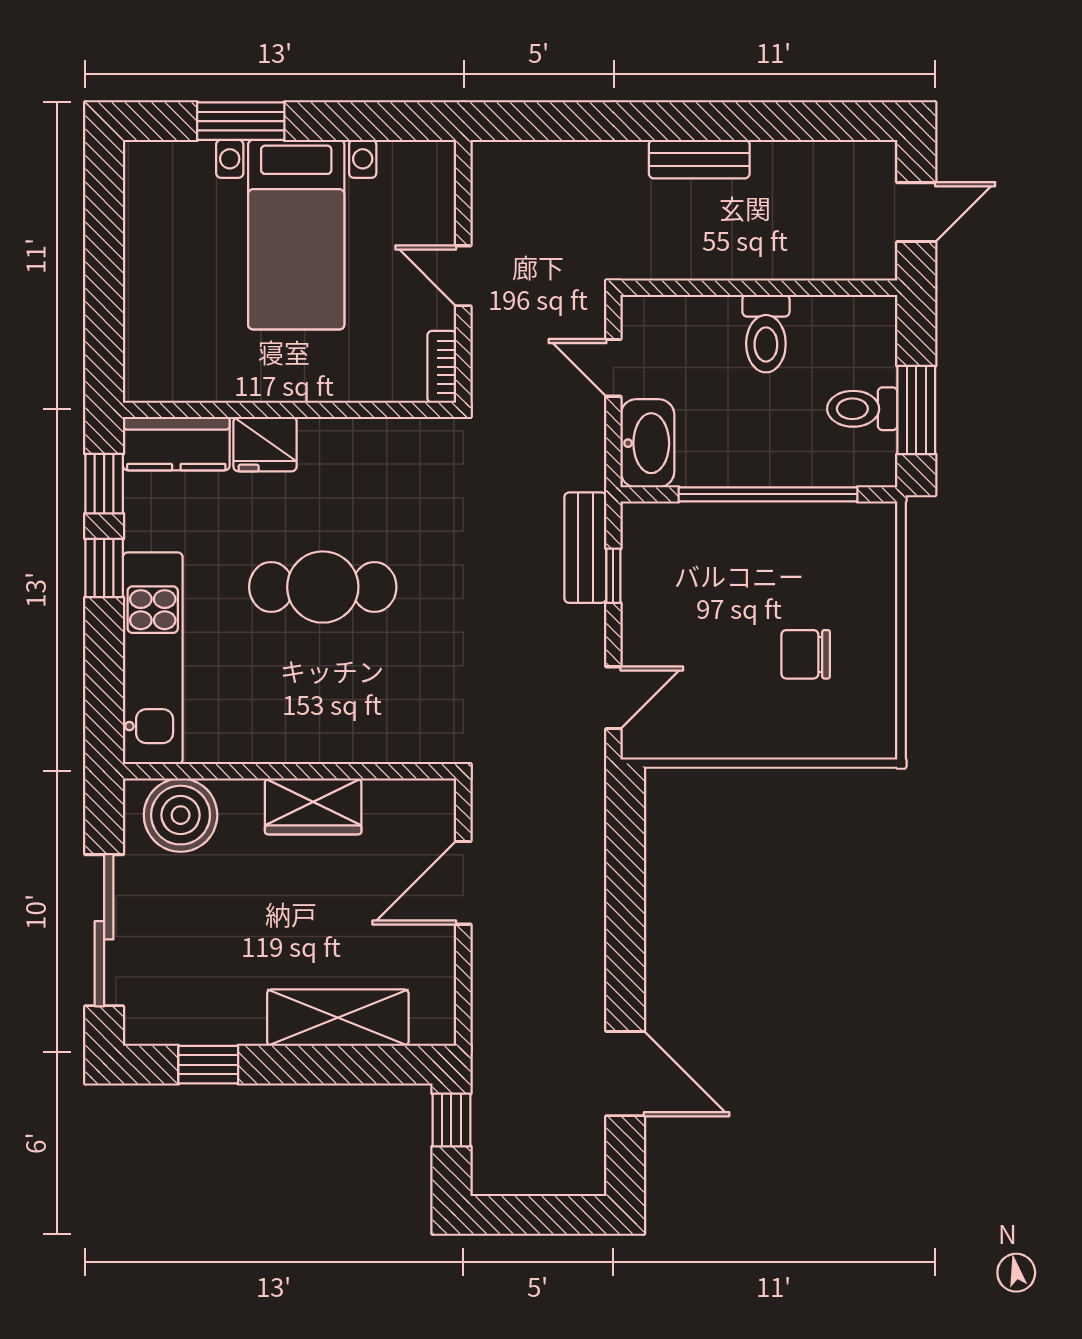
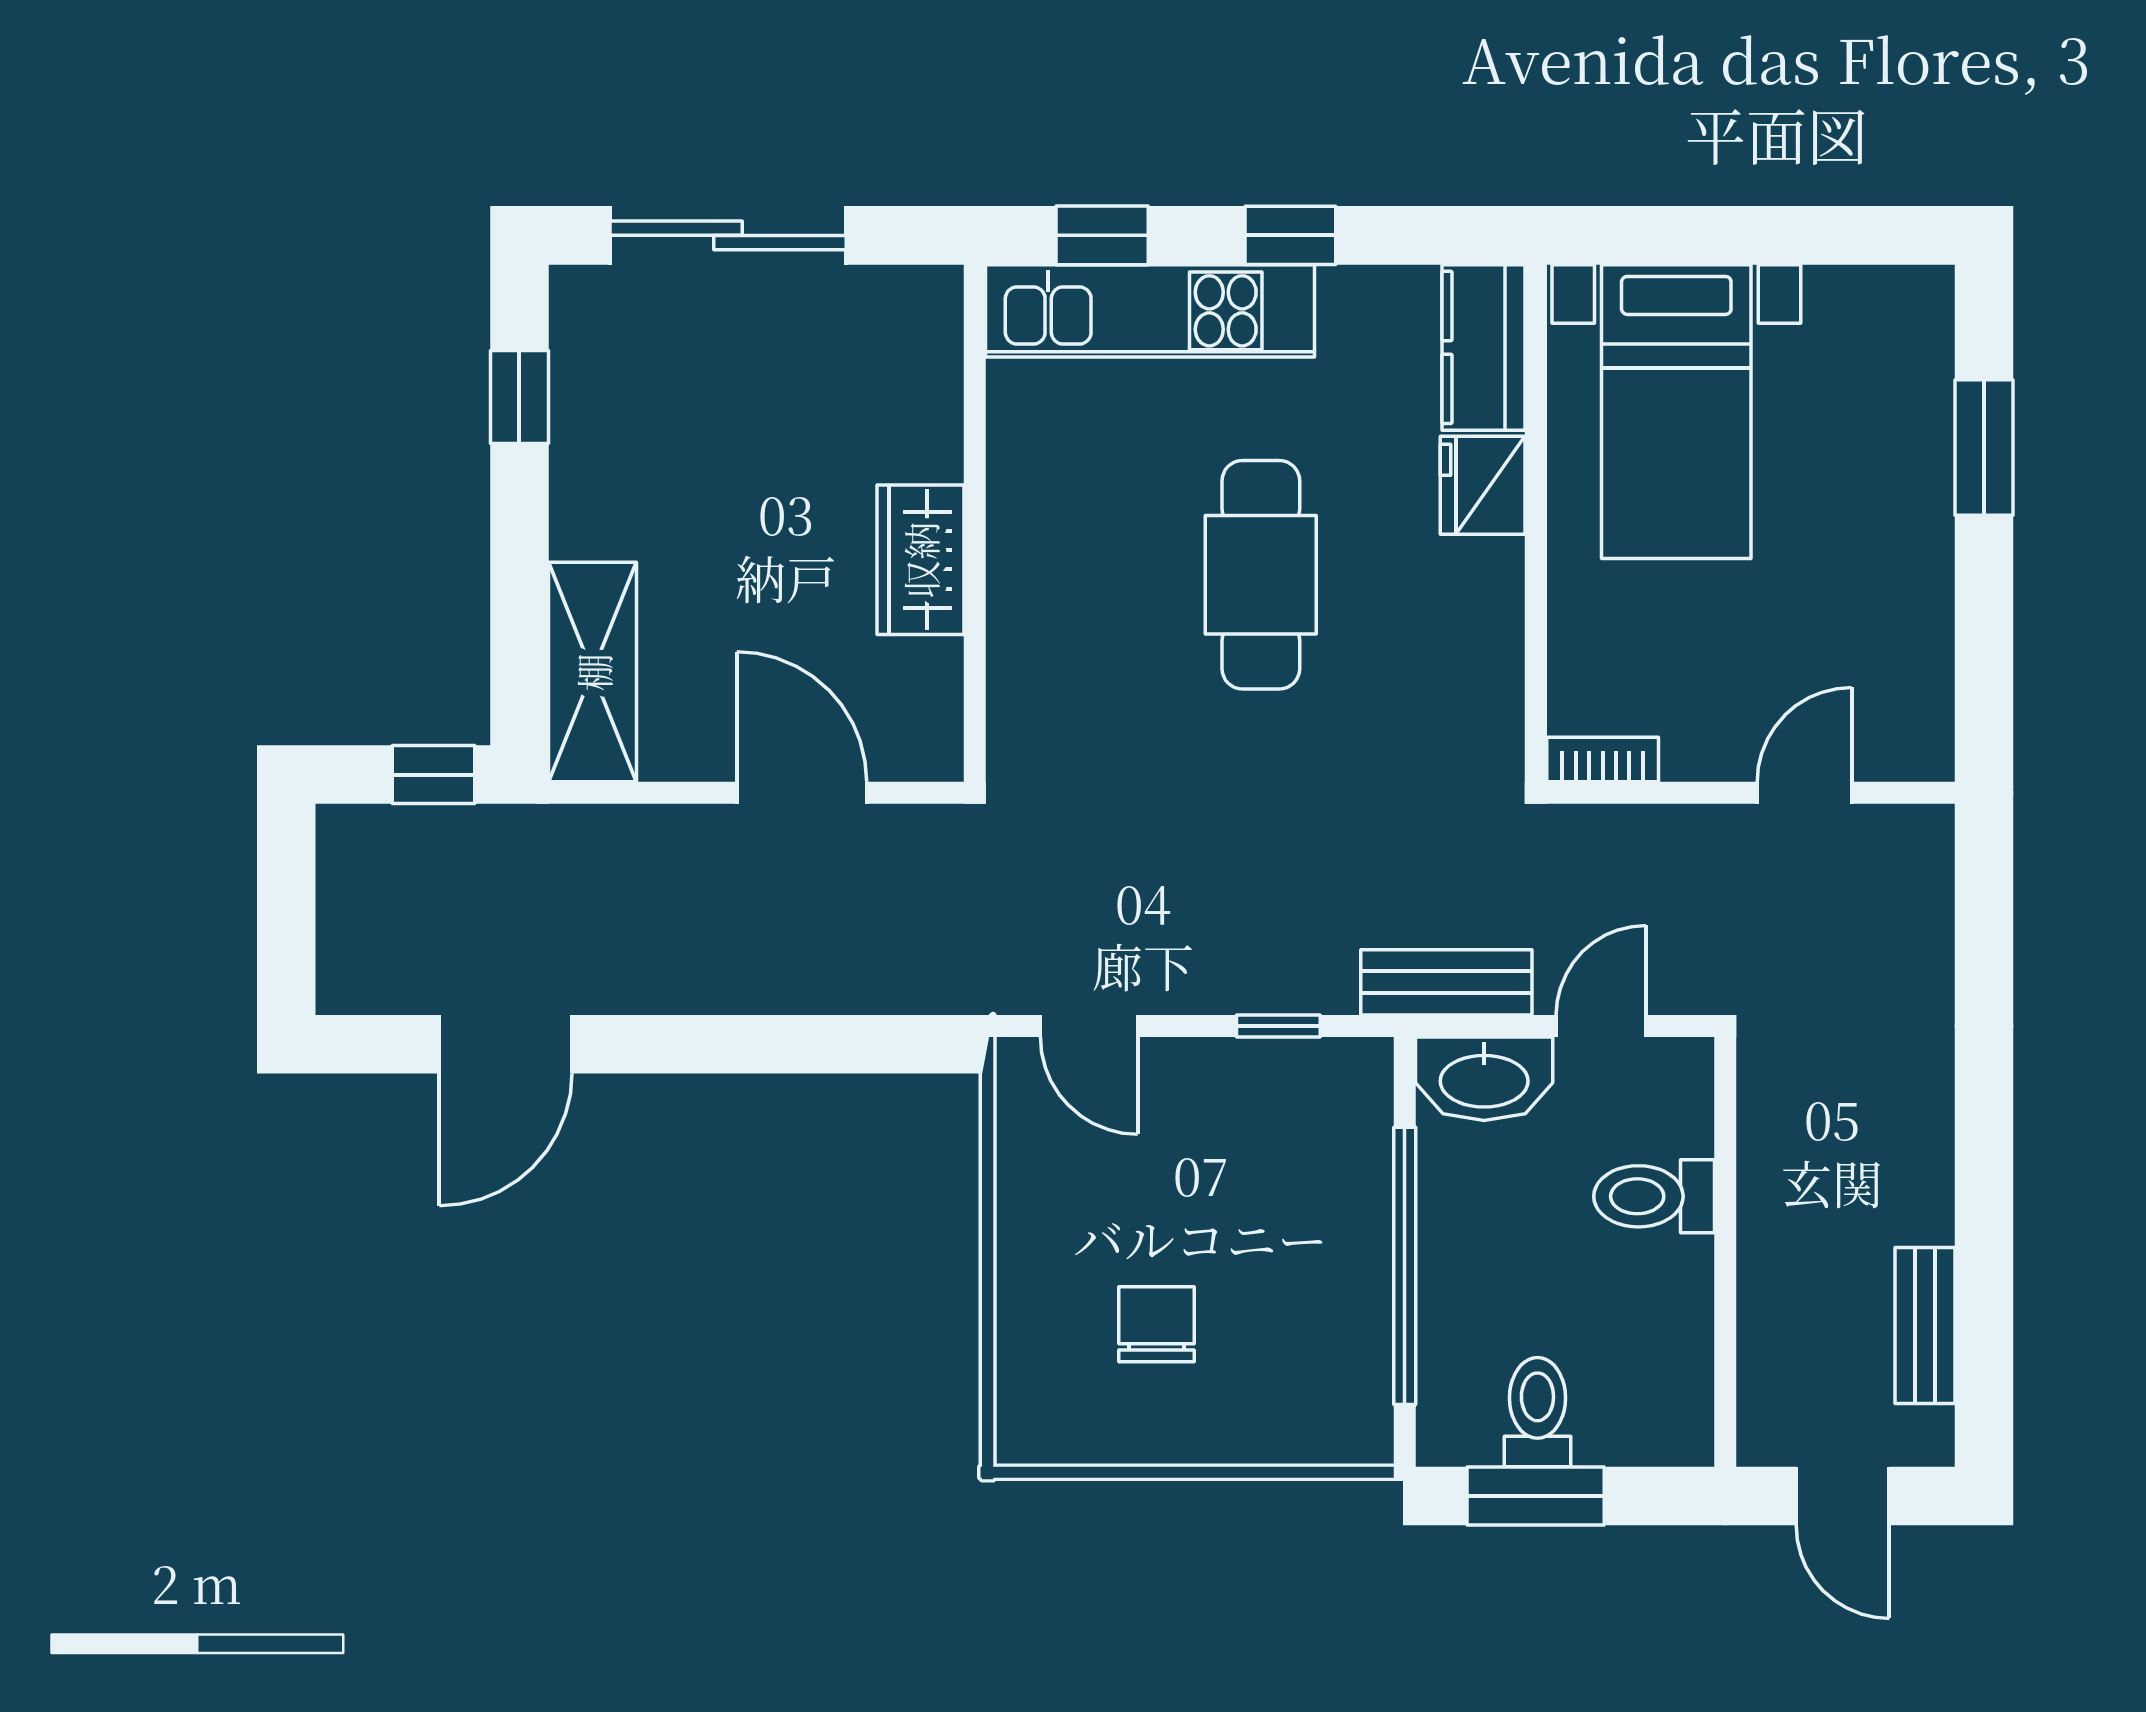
bench: (699, 159) -> (1925, 1326), moved
bed with nightstands: (296, 235) -> (1676, 412), moved, turned -90
door: (463, 276) -> (1804, 793), moved
toilet: (766, 334) -> (1654, 1196), moved
window: (104, 484) -> (1102, 235), moved
bench: (585, 548) -> (1446, 982), moved
boiler: (181, 815) -> (907, 354), removed
shelving: (338, 1018) -> (593, 672), moved

